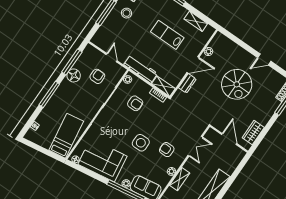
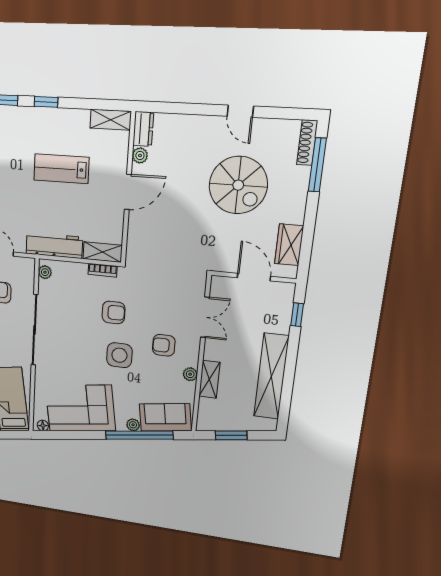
shelving: (196, 21) -> (111, 120), moved
door: (264, 59) -> (240, 111), hinge flipped
dresser: (187, 83) -> (143, 129), moved
spiral stairs: (237, 84) -> (238, 185), moved
armchair: (135, 103) -> (114, 312), moved
window: (239, 168) -> (297, 315), added

